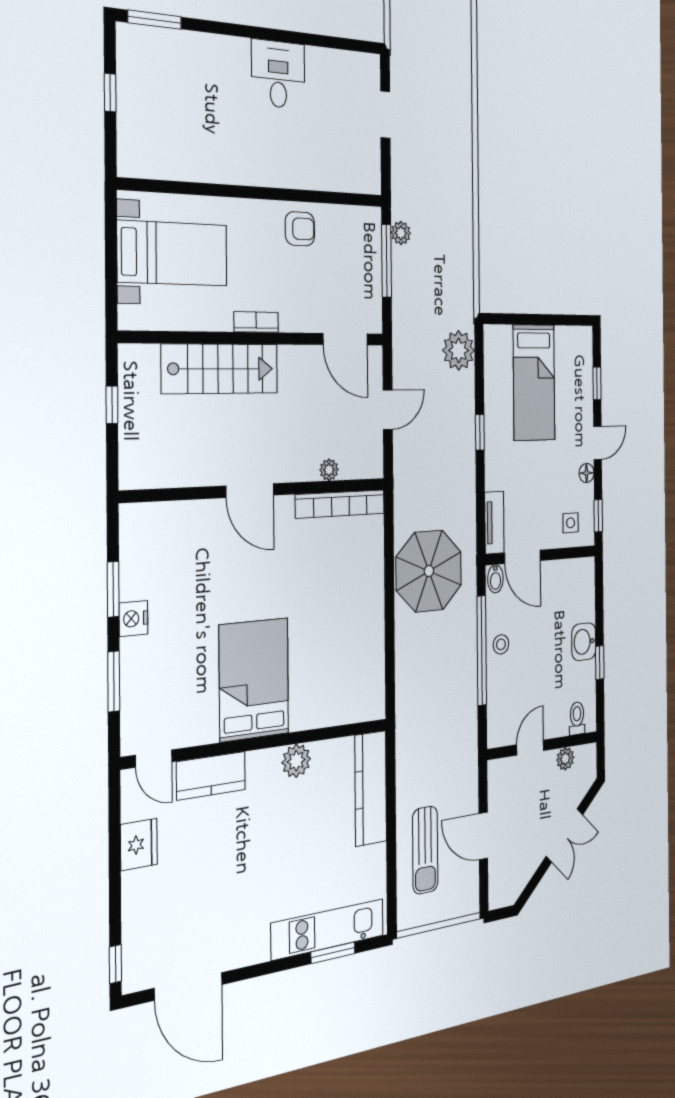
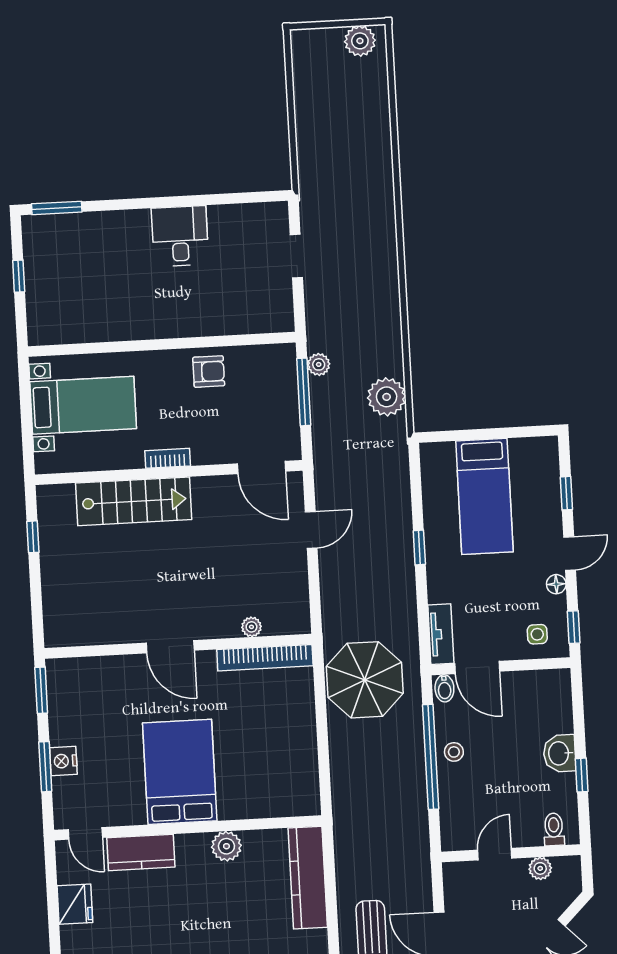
plant: (459, 350) -> (387, 397), moved
plant: (329, 470) -> (251, 627), moved
wall: (258, 490) -> (178, 646), moved
door: (250, 491) -> (170, 647), moved
bookcase: (340, 504) -> (265, 658), moved
nightstand: (133, 619) -> (63, 761), moved

